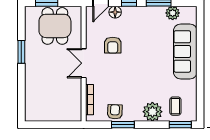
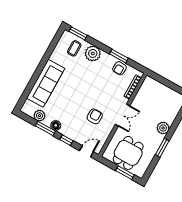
floor lamp: (115, 12) -> (56, 125), moved
plant: (32, 74) -> (163, 128), added

